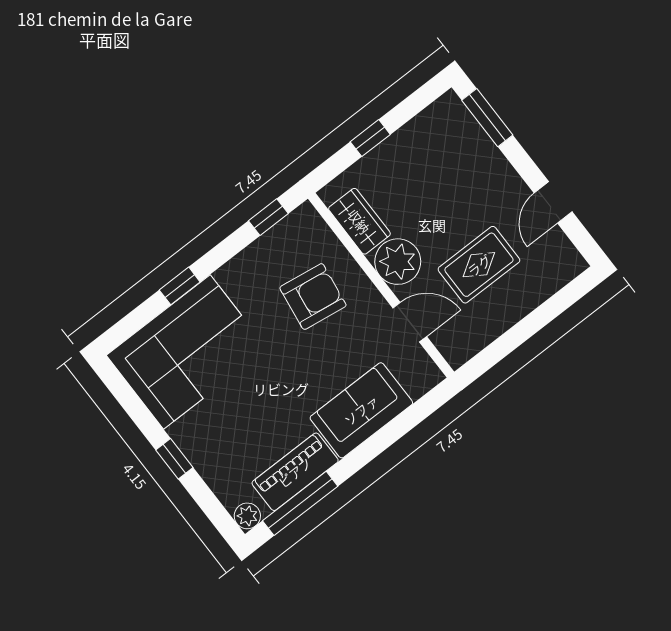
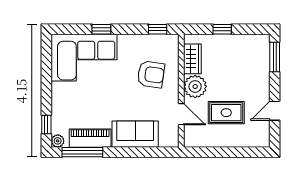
window: (174, 459) -> (46, 124), moved

